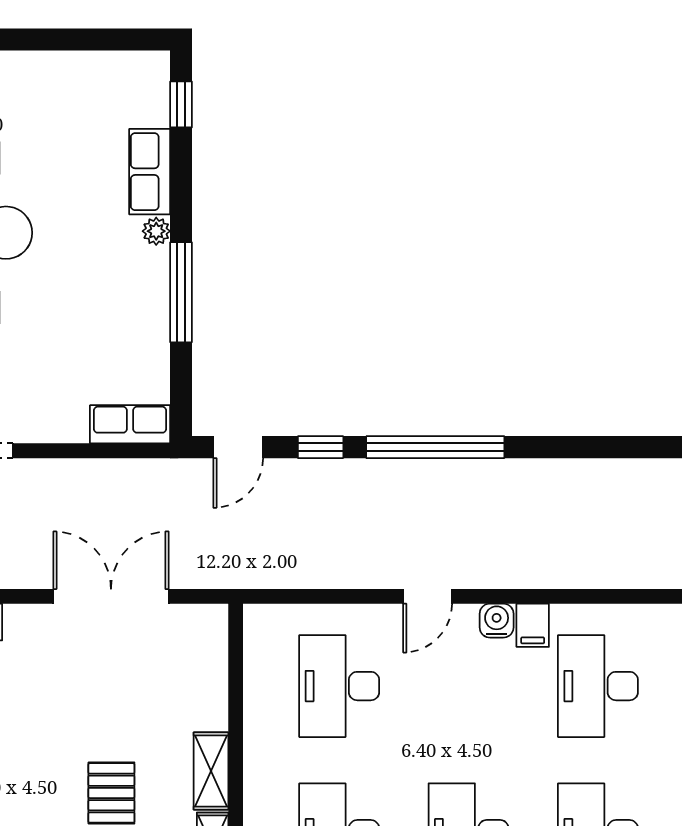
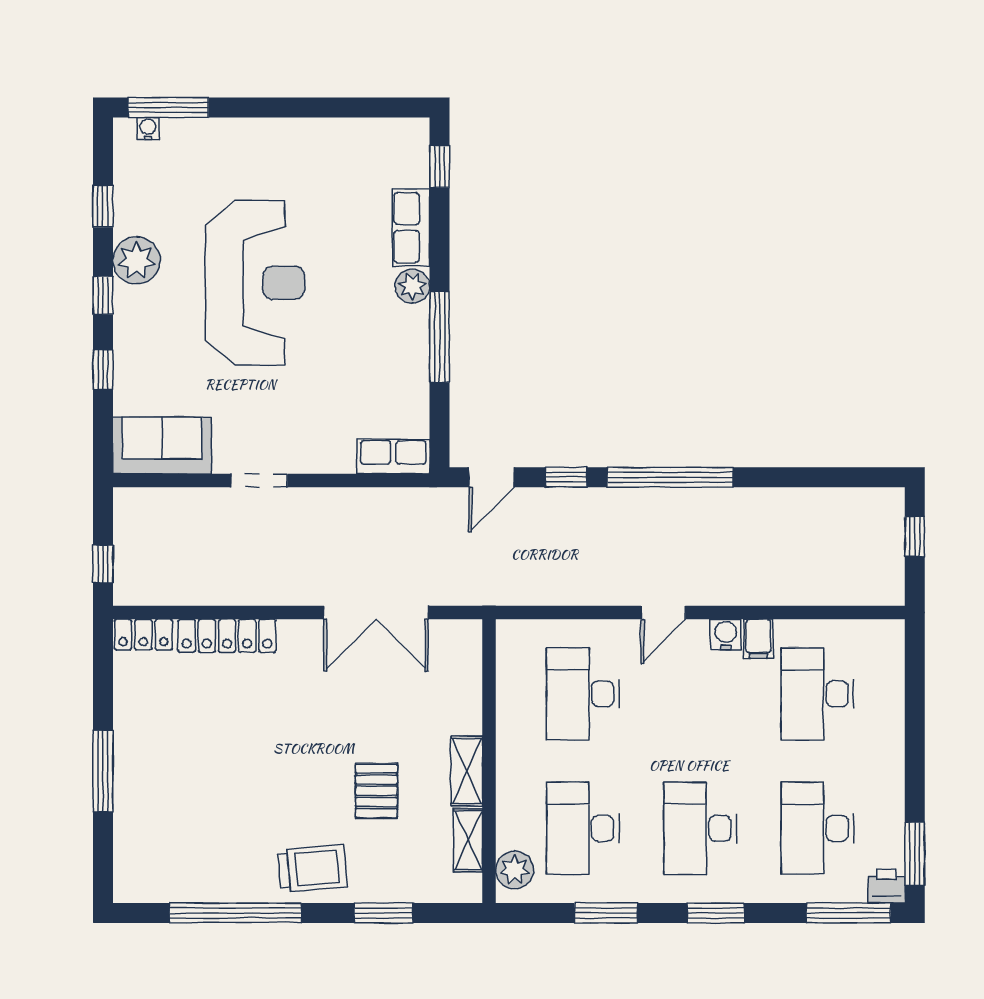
plant: (156, 231) -> (412, 286), width x1.38, depth x1.38
double door: (111, 596) -> (376, 613), swing flipped

